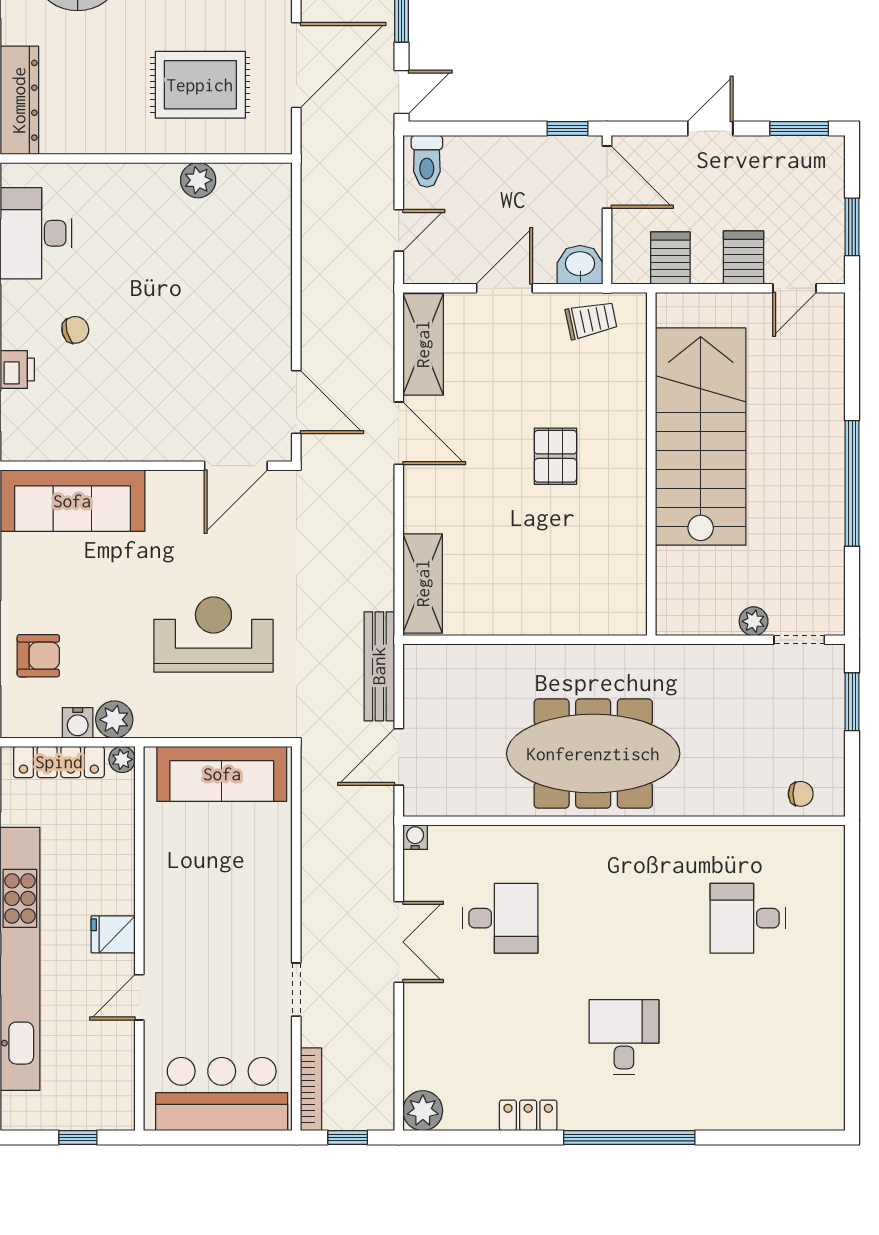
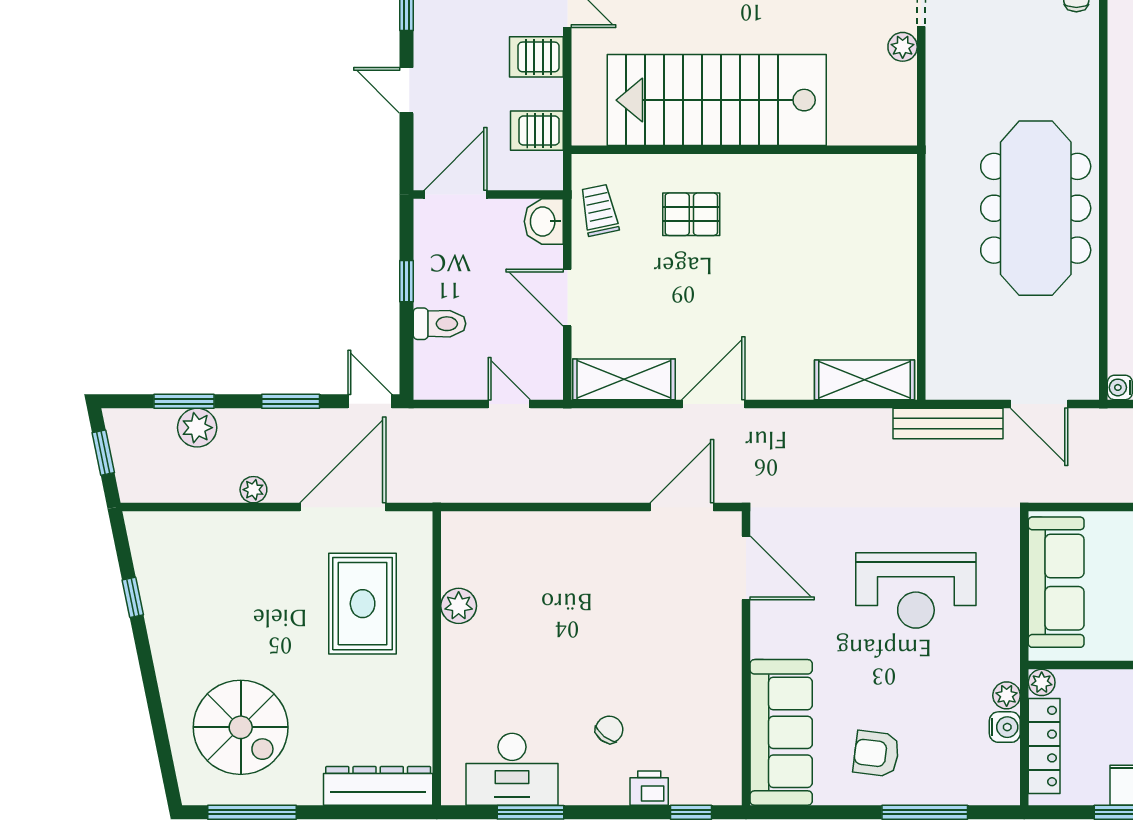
door: (296, 65) -> (343, 507), hinge flipped
window: (567, 128) -> (407, 281), moved
toilet: (427, 161) -> (440, 324), moved
chair: (75, 330) -> (609, 730), turned 52
pallet: (555, 456) -> (691, 214), moved
reception desk: (213, 635) -> (916, 590), turned -90
armchair: (38, 656) -> (876, 754), moved, turned -83
plant: (114, 720) -> (1007, 695), width x0.73, depth x0.73

